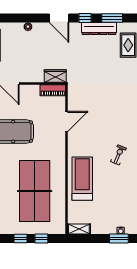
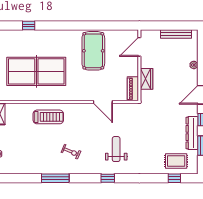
wardrobe: (55, 76) -> (146, 79), moved
weight bench: (116, 108) -> (116, 149), added
treadmill: (82, 179) -> (48, 117), width x0.73, depth x0.73

